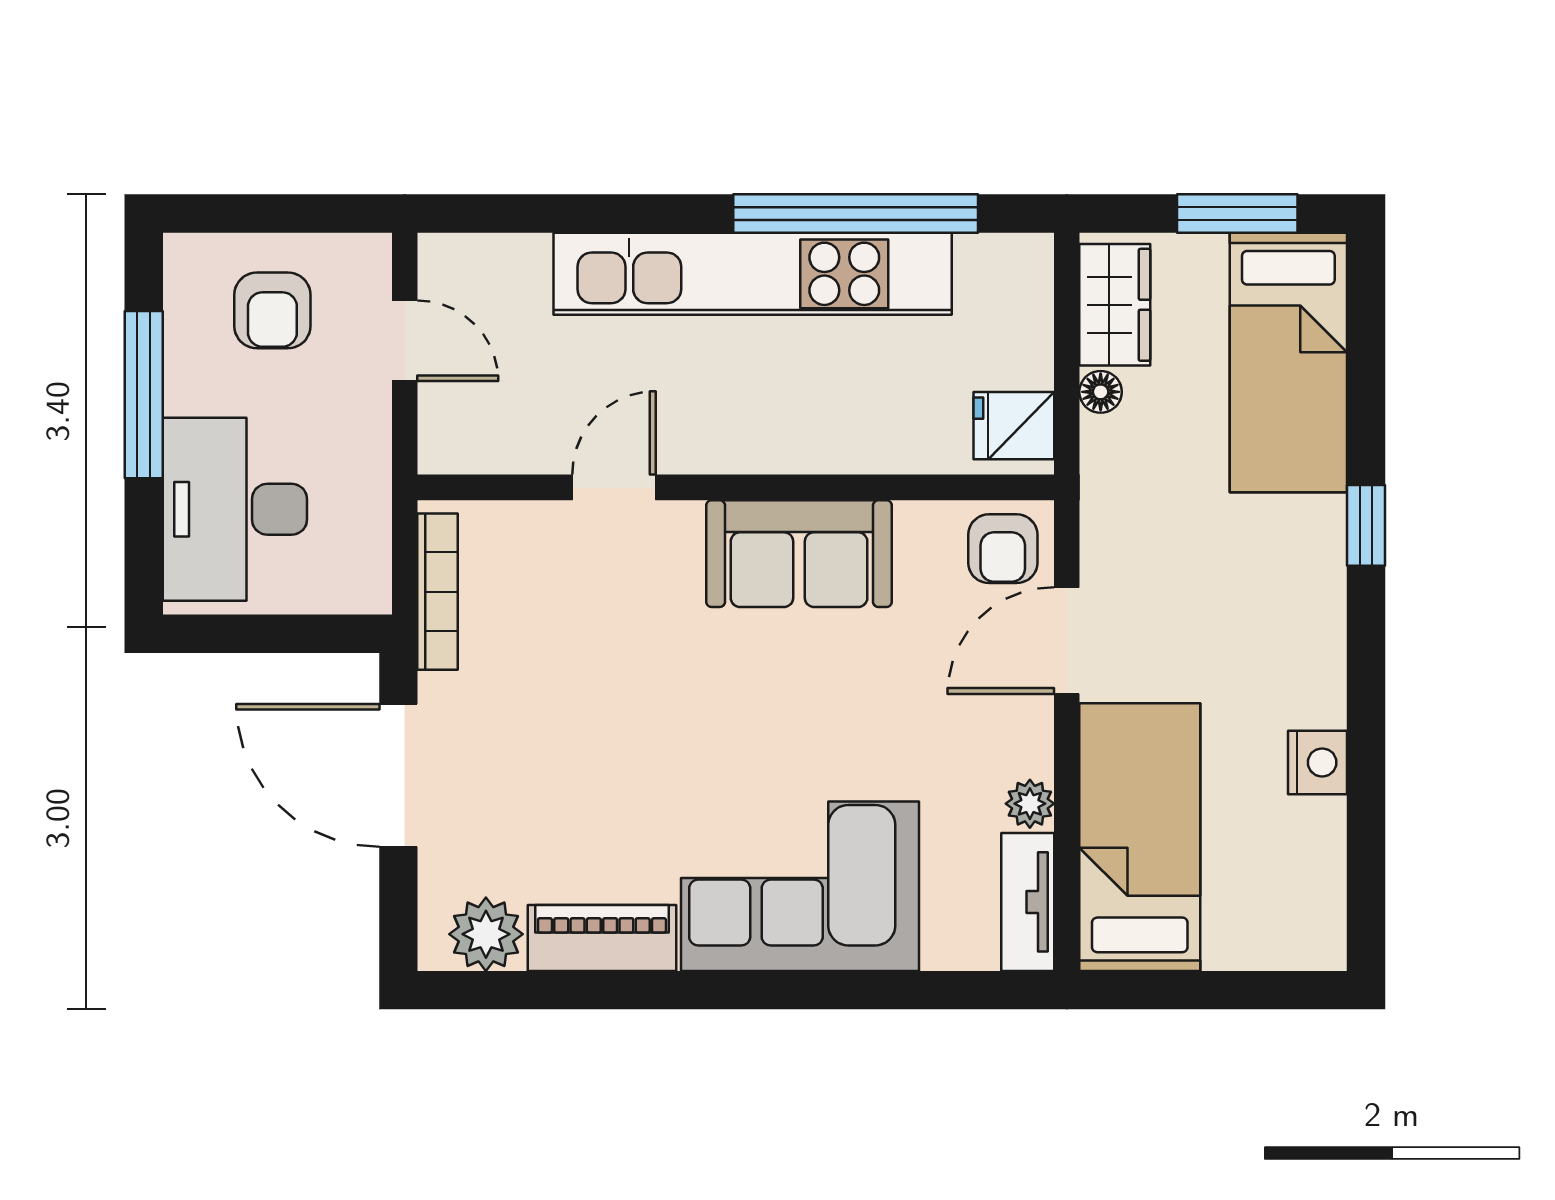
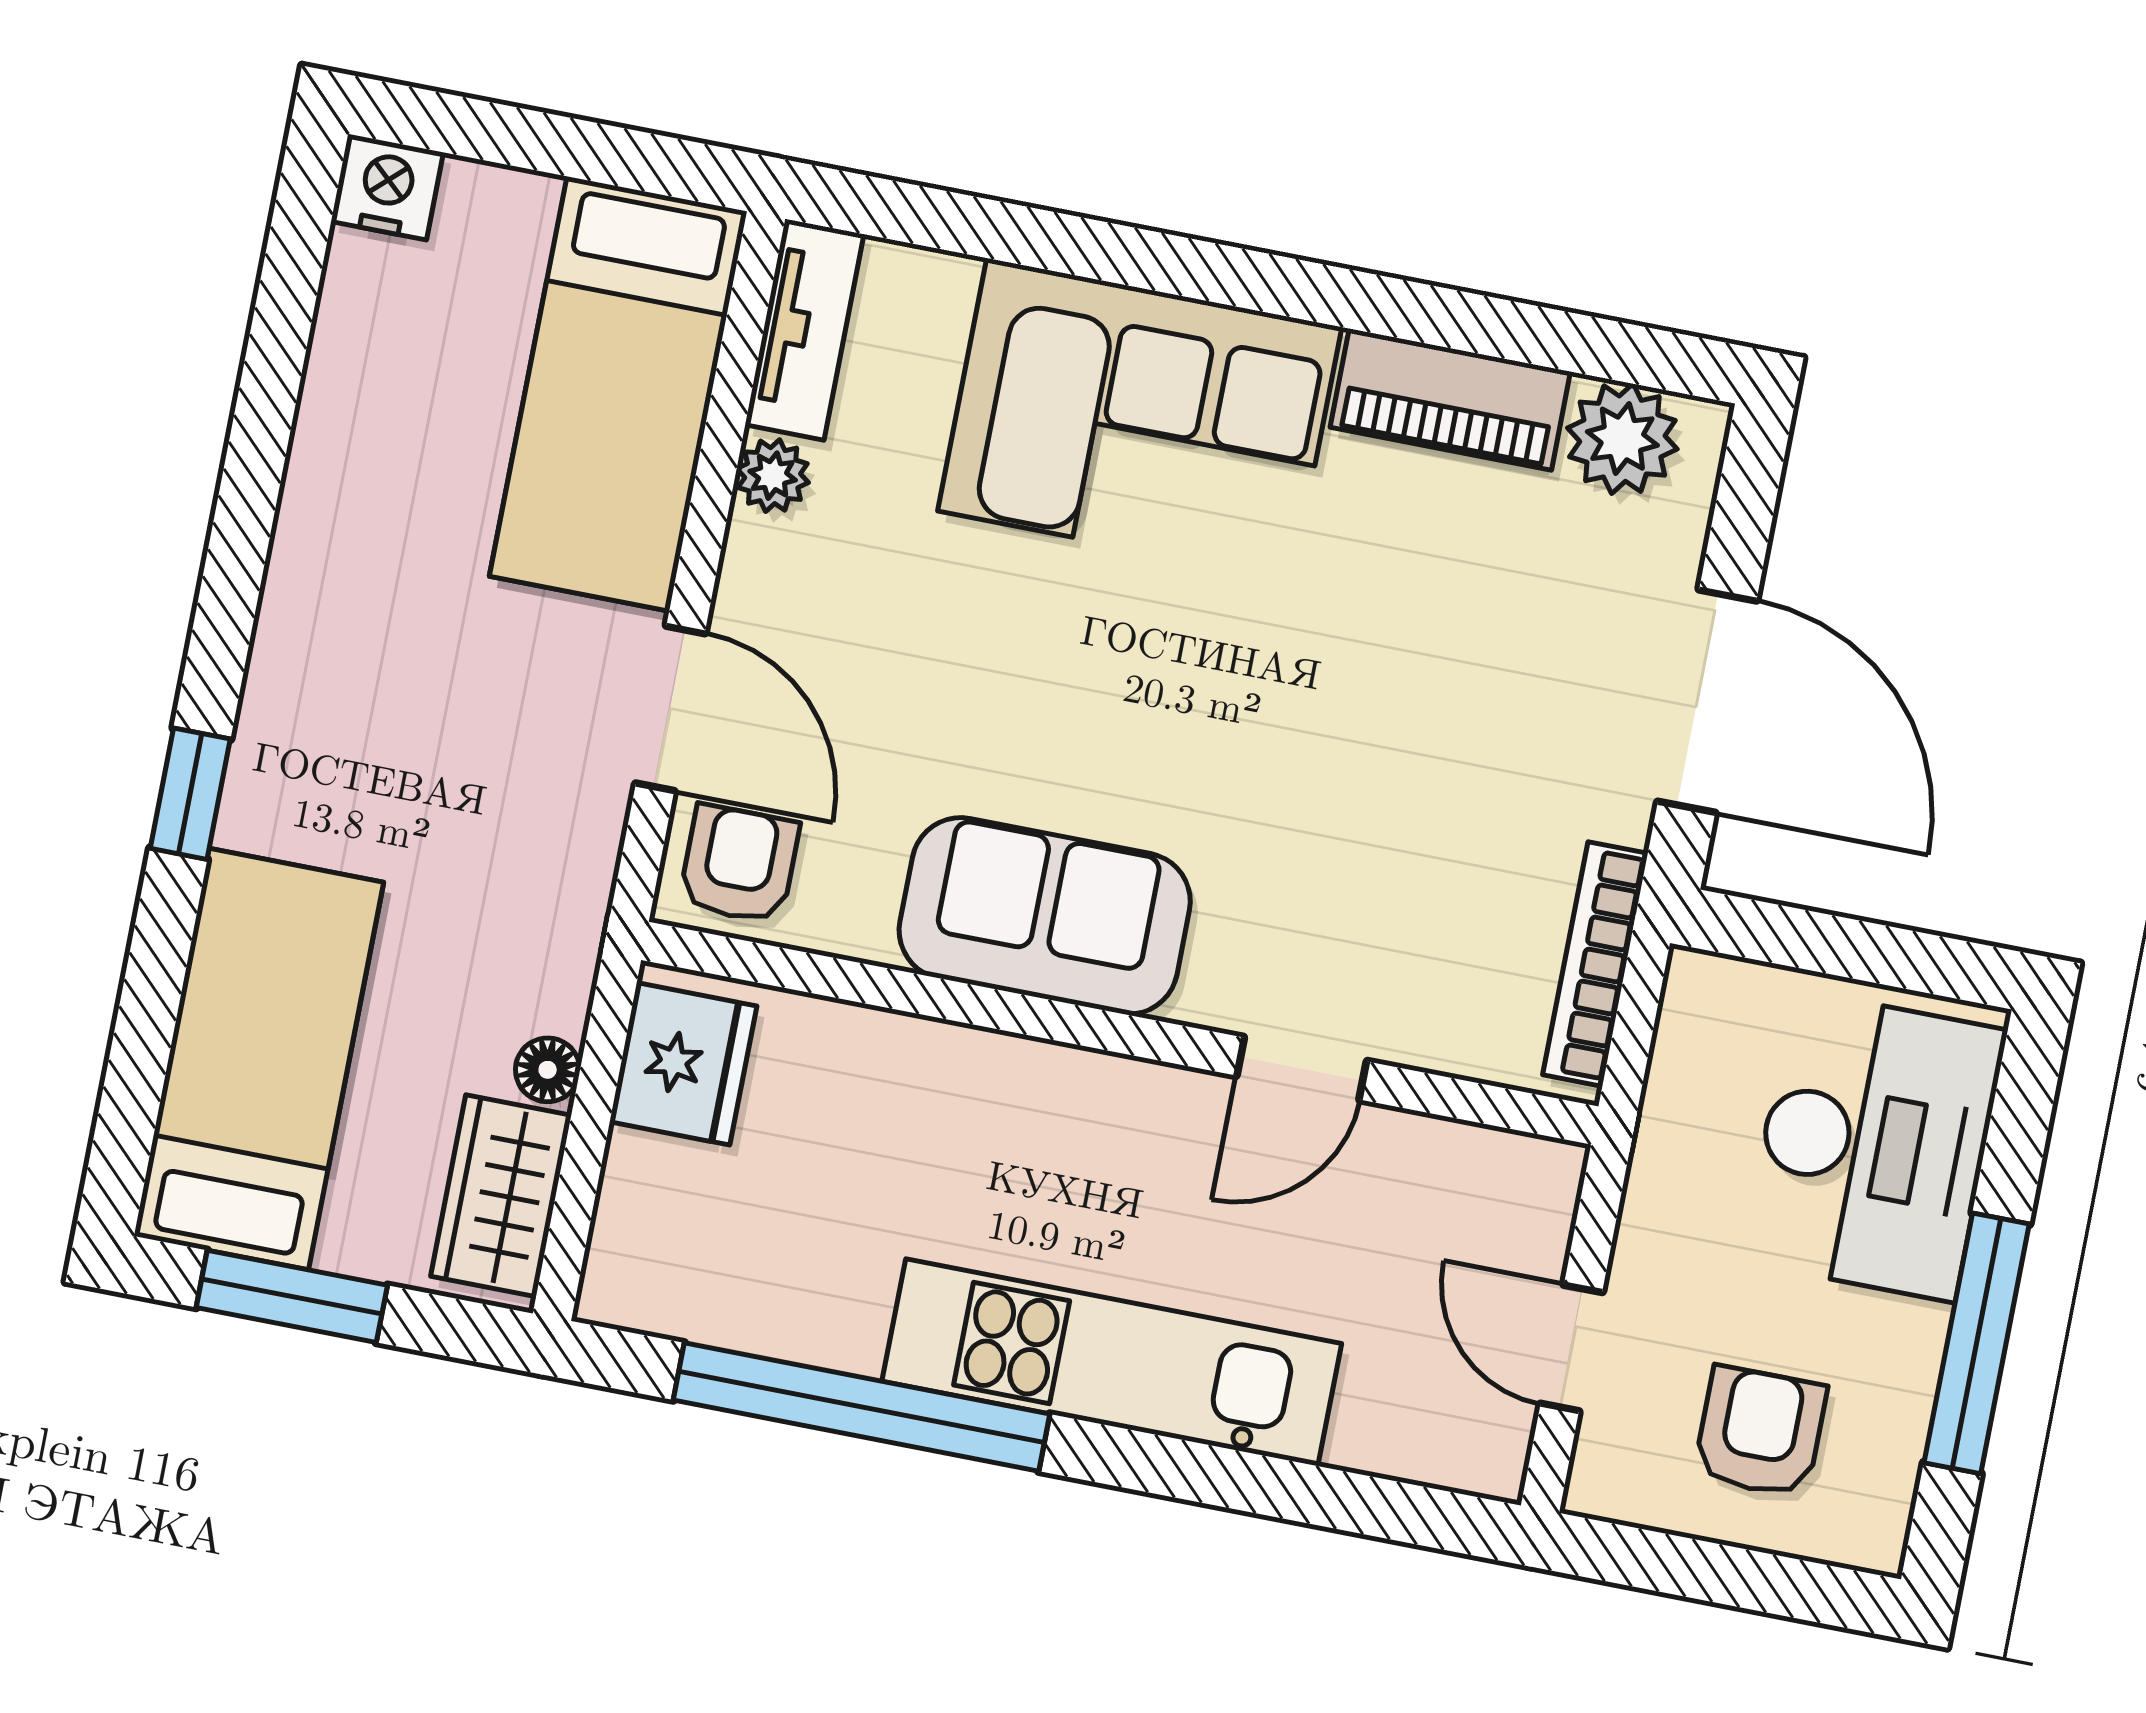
kitchen unit: (753, 274) -> (1112, 1362), width x0.73
fridge: (1014, 426) -> (683, 1064), width x1.38
door: (1067, 641) -> (670, 708), hinge flipped
nightstand: (1317, 762) -> (387, 187), moved, turned 90

